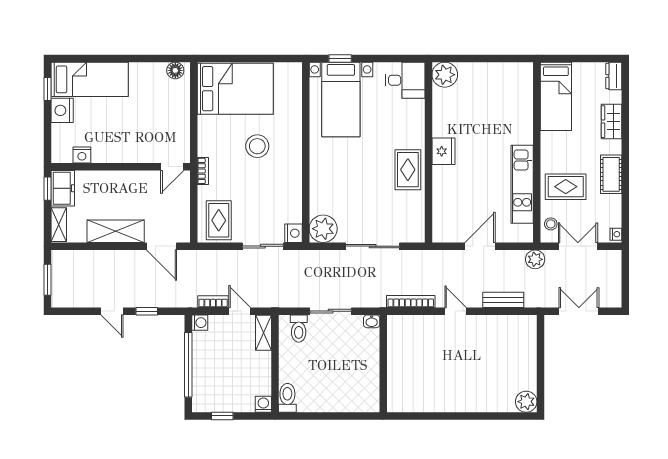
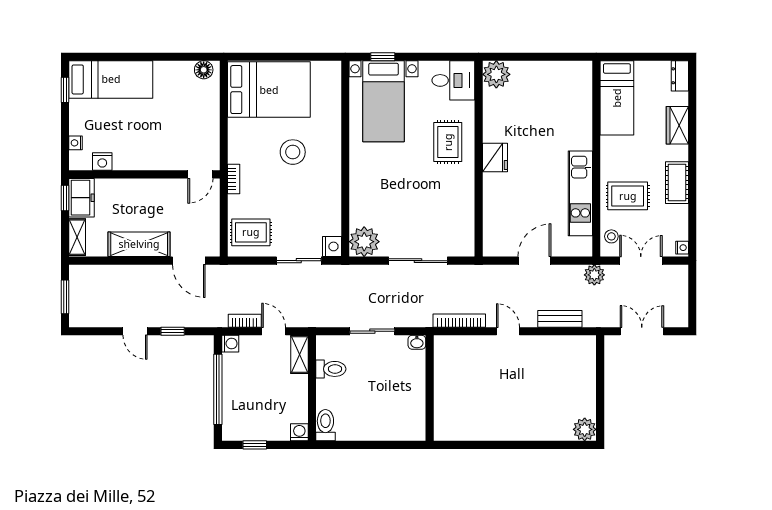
nightstand: (62, 110) -> (76, 143), moved, width x0.53, depth x0.56
rug: (408, 170) -> (448, 142), moved
rug: (219, 220) -> (251, 232), turned 90
toilet: (299, 329) -> (331, 369), moved, turned -90

